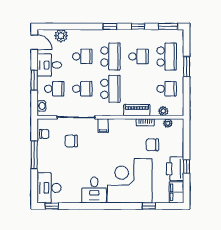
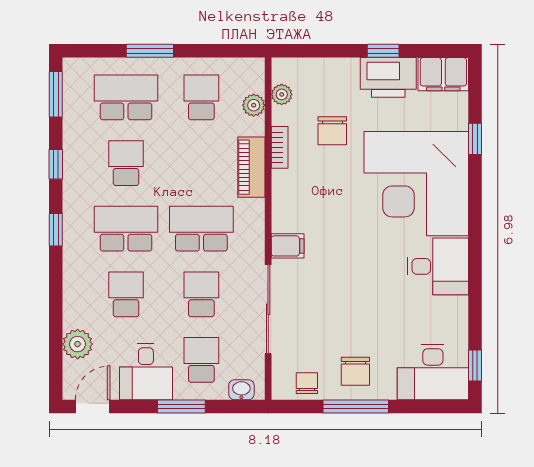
chair: (71, 141) -> (355, 371), moved

